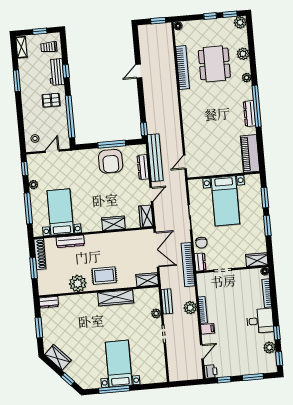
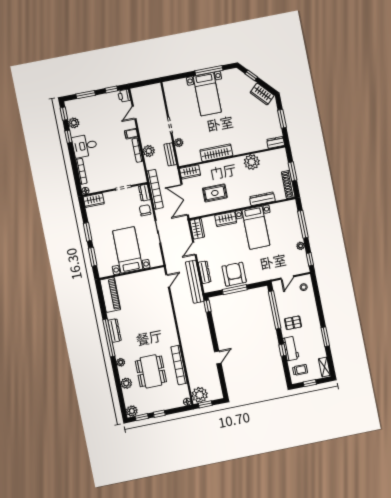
plant: (163, 32) -> (200, 395), added
bed with nightstands: (60, 212) -> (256, 228), moved
rug: (104, 276) -> (215, 193), moved

